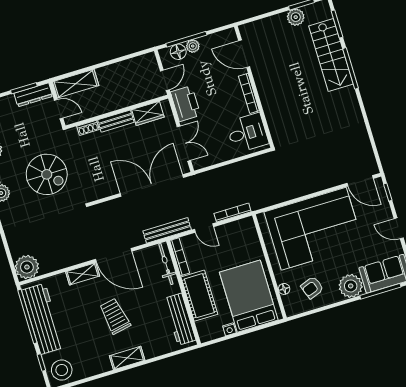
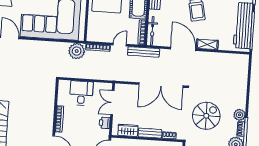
printer: (186, 104) -> (105, 123), width x0.53, depth x0.68
desk: (247, 133) -> (81, 93), moved, turned 90
spiral stairs: (47, 174) -> (206, 116), turned 90
double door: (152, 186) -> (161, 85), moved
door: (204, 228) -> (120, 45), hinge flipped
plant: (27, 267) -> (77, 51), moved

